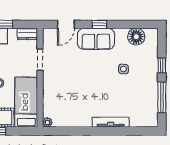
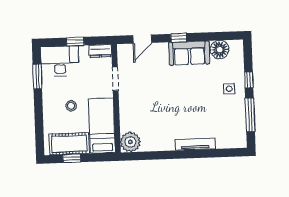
sofa: (96, 39) -> (189, 53), moved
side table: (124, 69) -> (229, 89), moved
plant: (47, 122) -> (130, 142), width x1.88, depth x1.88

